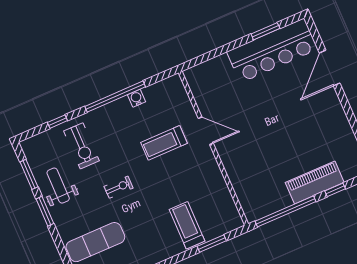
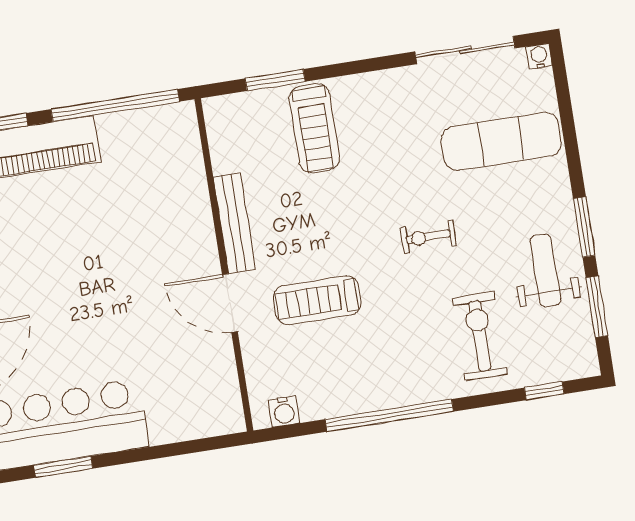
water cooler: (136, 98) -> (284, 411), moved
window: (57, 122) -> (544, 391), moved
treadmill: (164, 143) -> (317, 300), turned 180
bench: (214, 170) -> (234, 223), added
weight bench: (58, 186) -> (545, 270), turned 180

